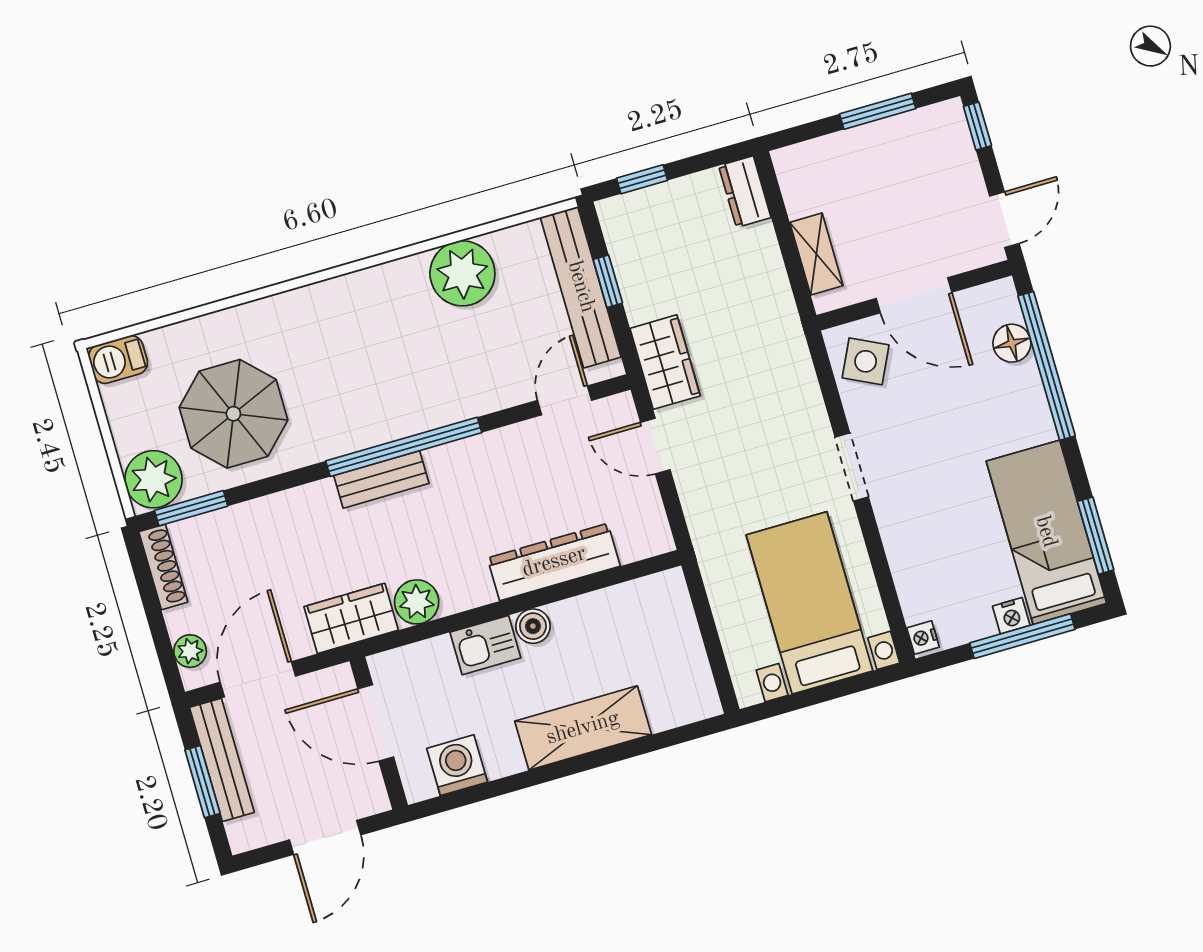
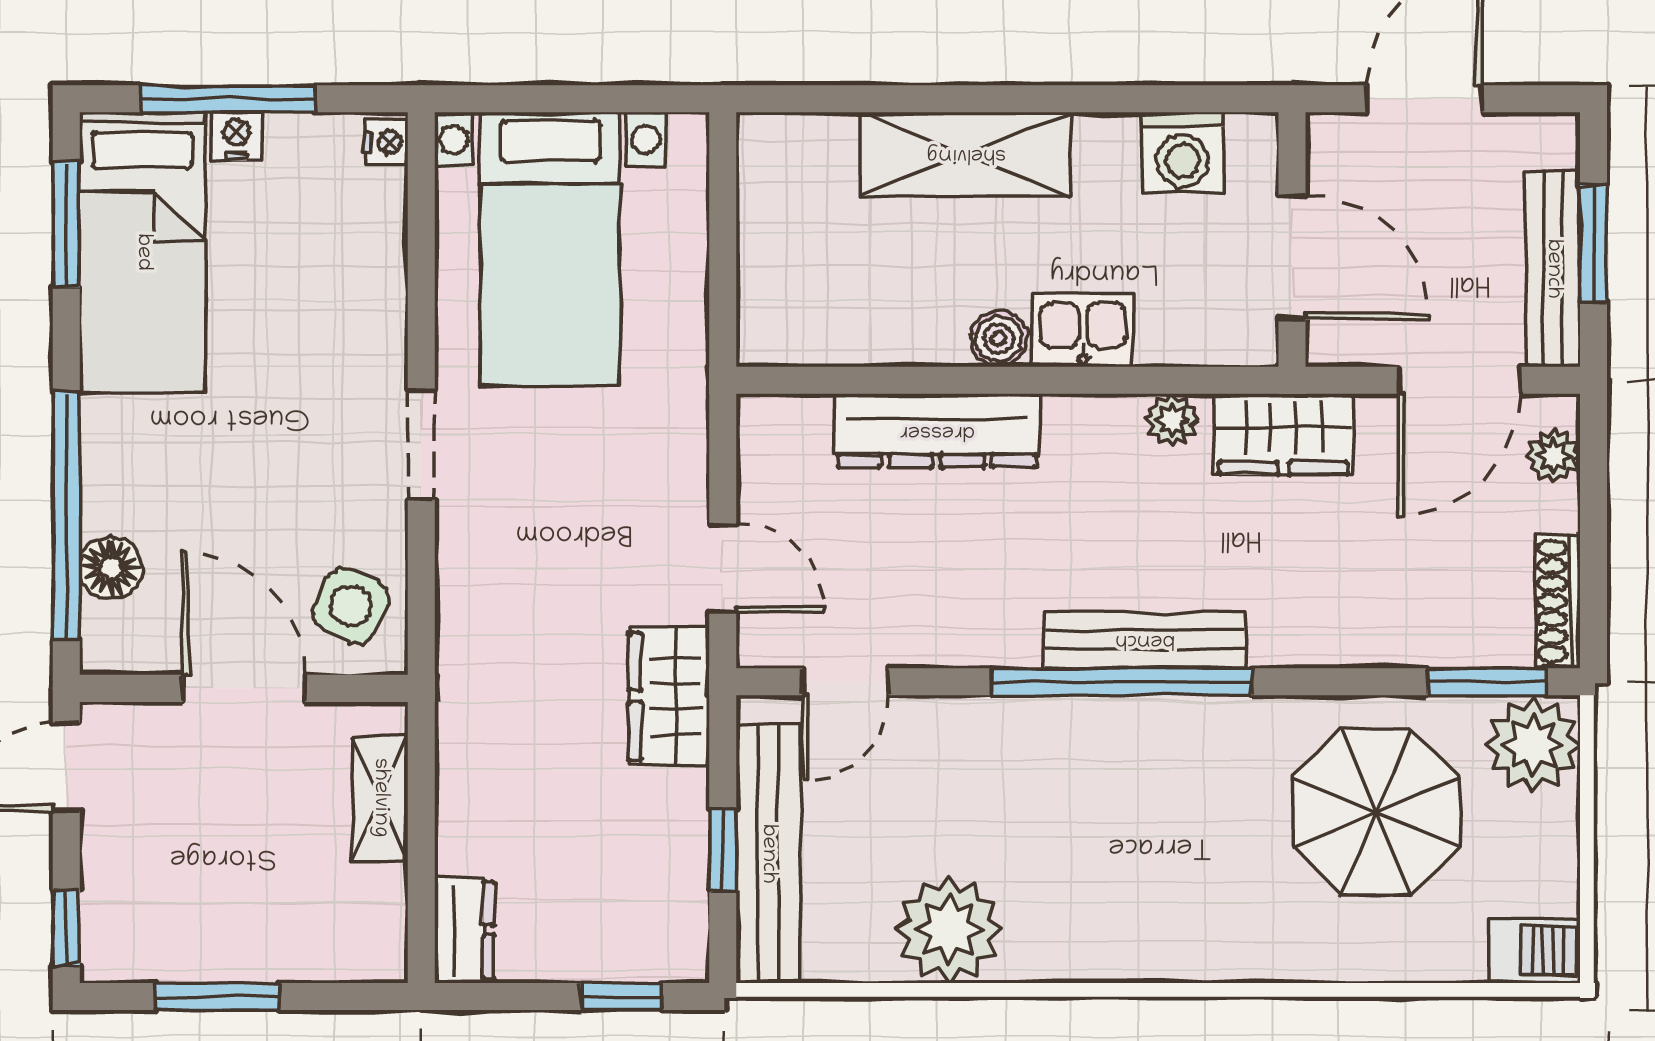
bench: (381, 479) -> (1145, 640), width x1.36
plant: (417, 602) -> (1172, 420), width x0.73, depth x0.73

